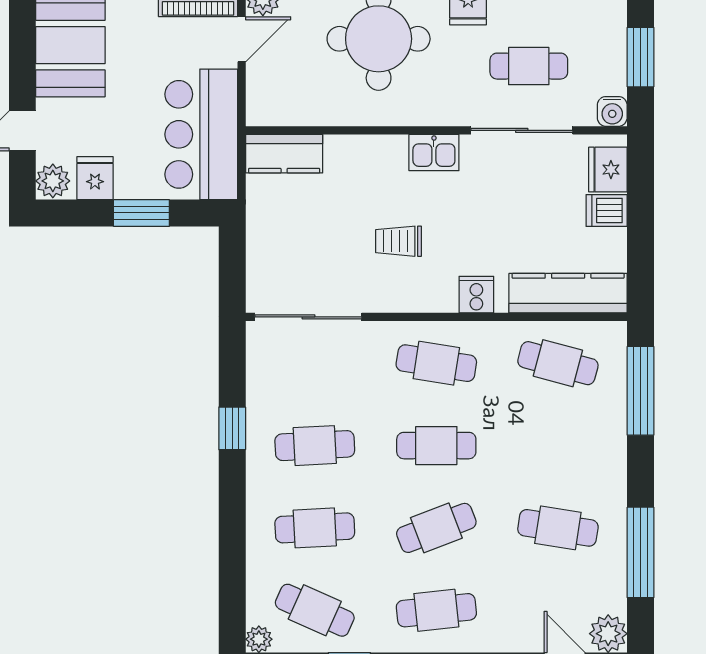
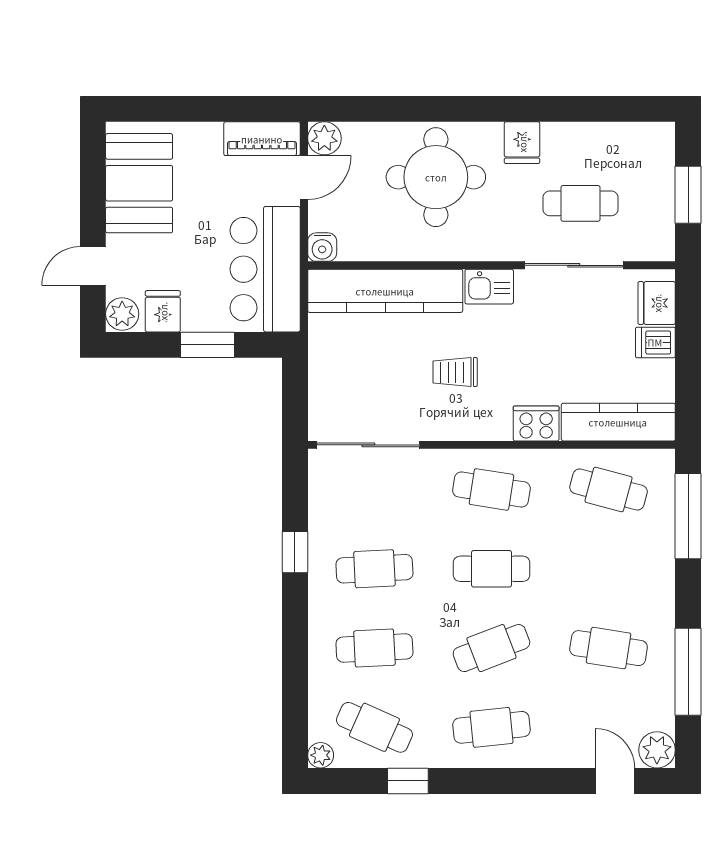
water cooler: (612, 111) -> (322, 247), moved
kitchen counter: (284, 154) -> (385, 291), width x2.08, depth x1.17
cooker: (476, 295) -> (536, 423), width x1.36

